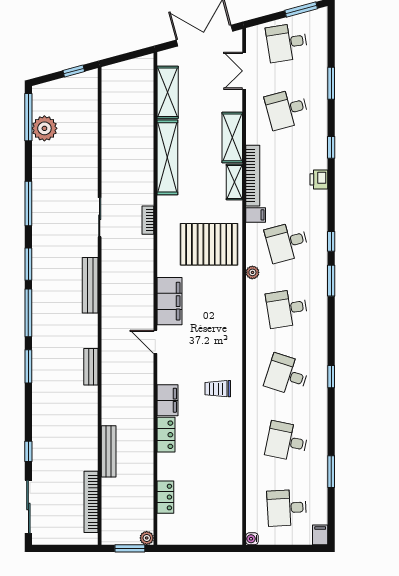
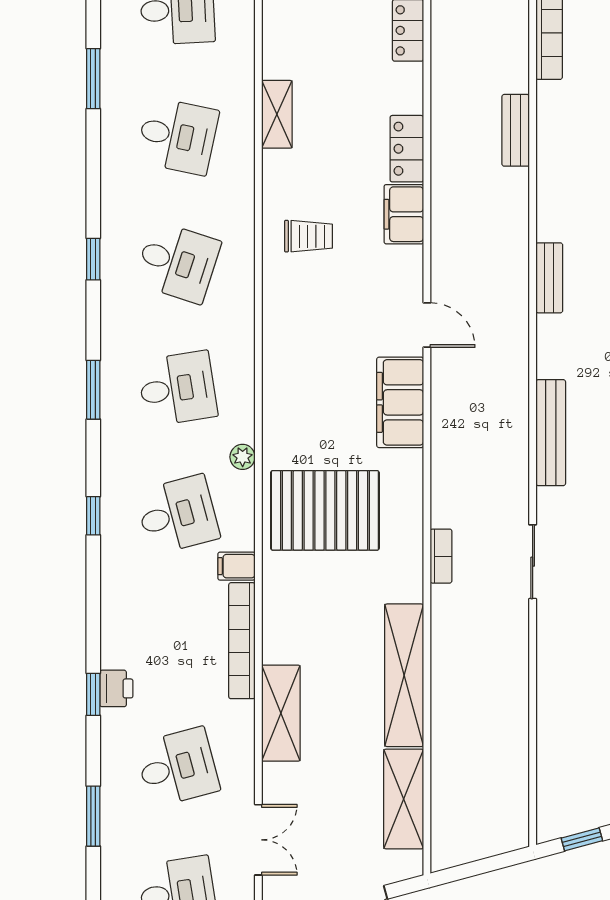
printer: (319, 179) -> (116, 688), moved
shelving: (234, 182) -> (277, 114), moved
window: (331, 281) -> (93, 390), moved
bench: (109, 451) -> (516, 130), width x0.73

